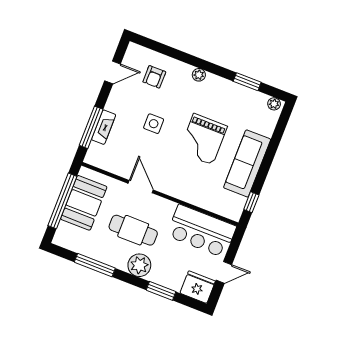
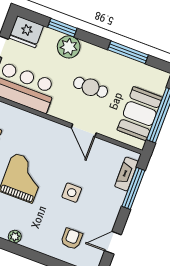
plant: (199, 75) -> (15, 237), moved
fireplace: (104, 127) -> (127, 174), moved
cafe table: (133, 230) -> (91, 87), width x0.73, depth x0.74
plant: (139, 265) -> (69, 47), moved

